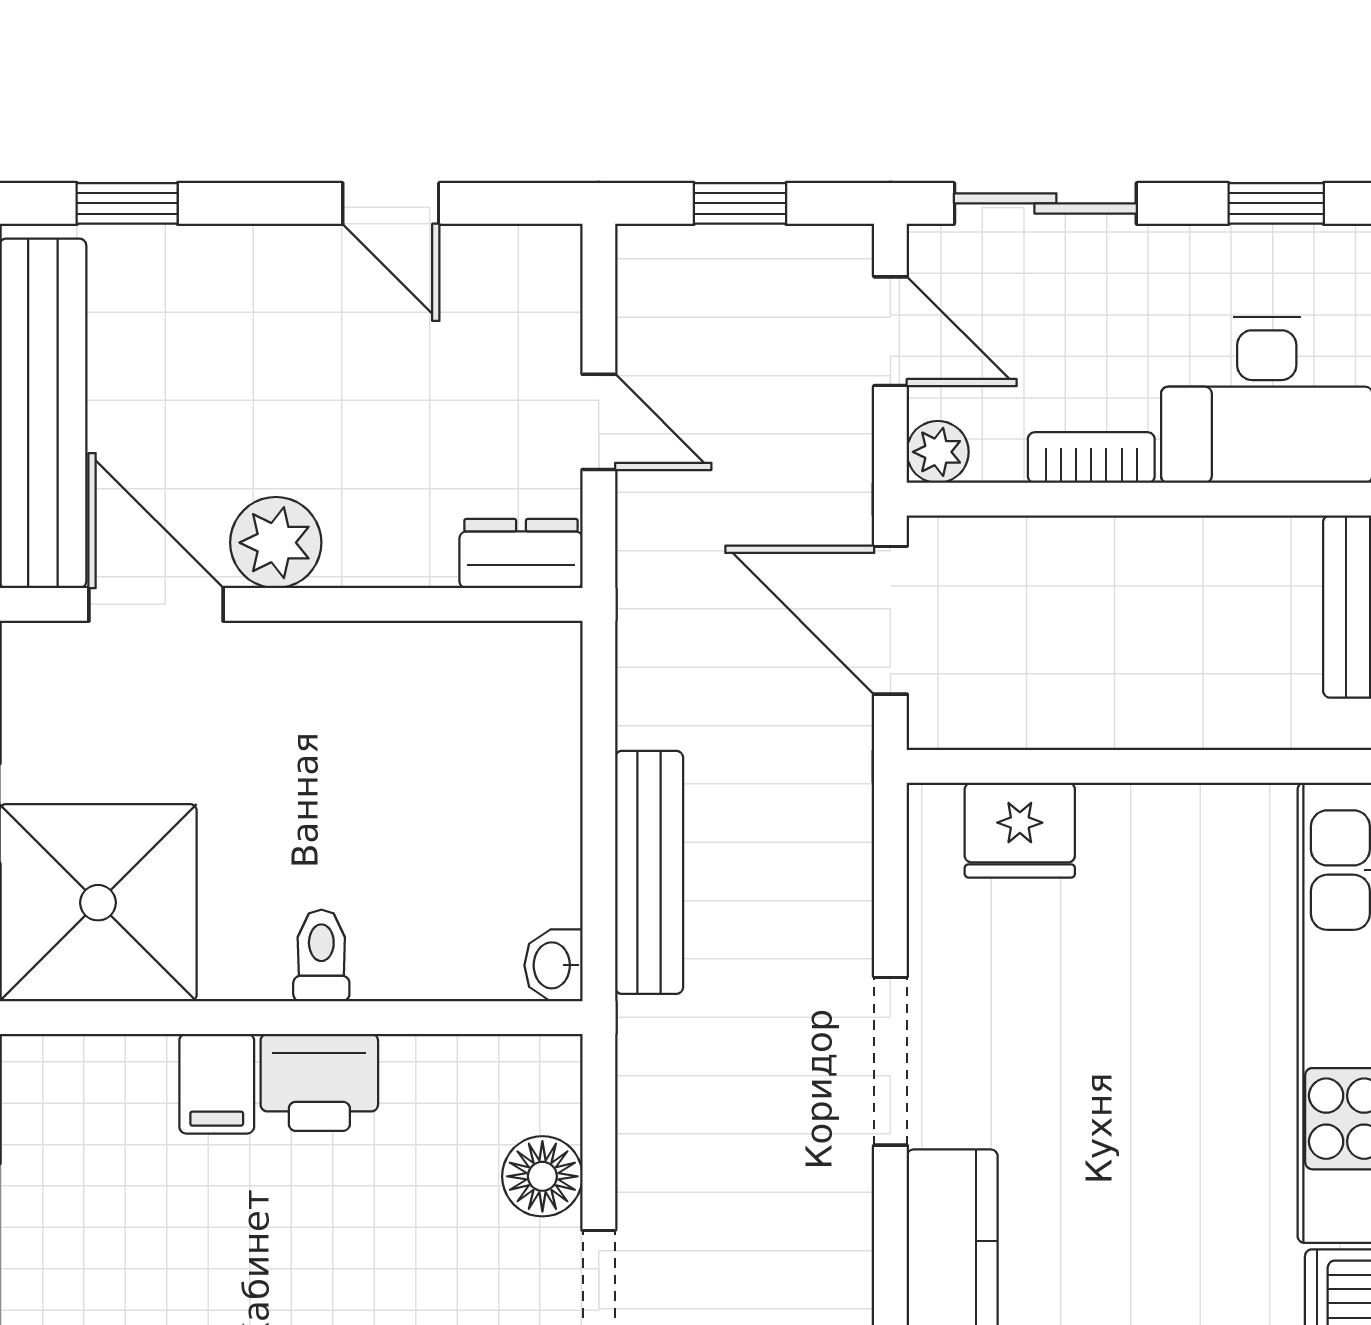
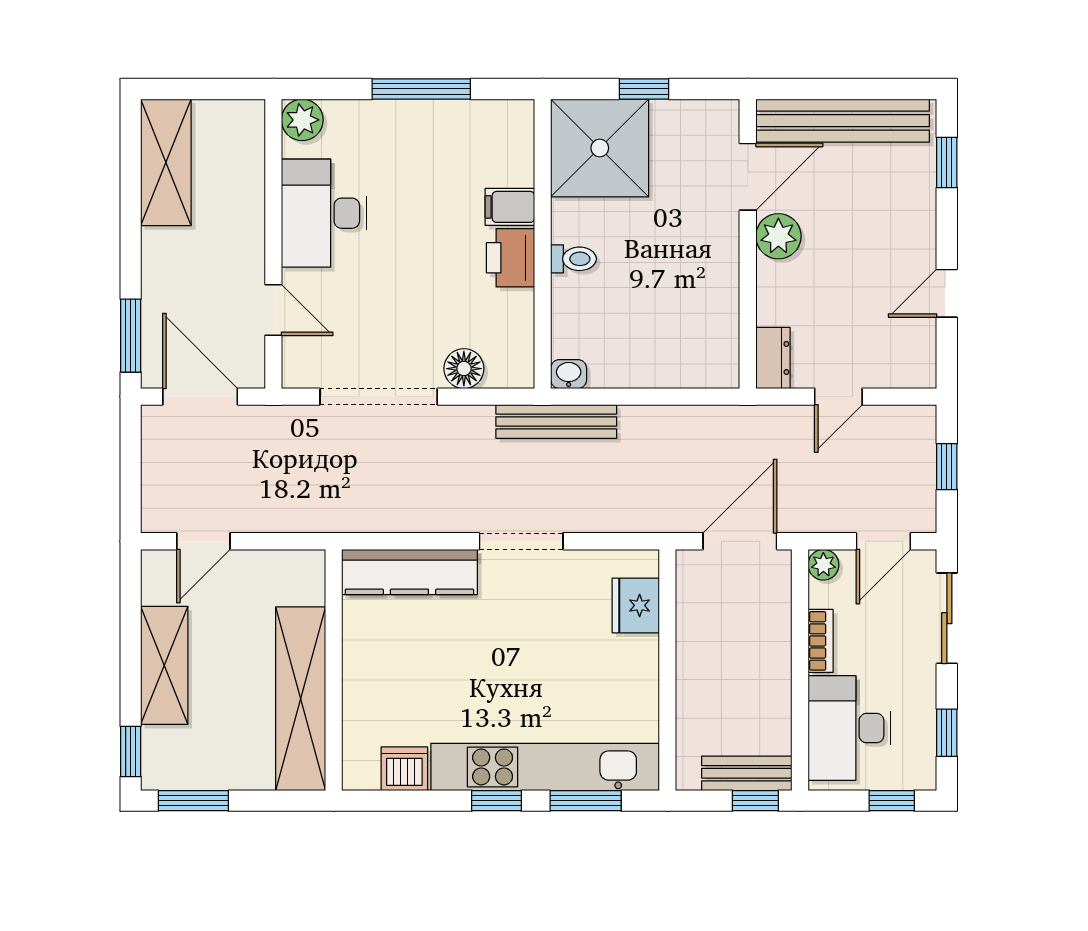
bench: (649, 872) -> (556, 421), moved

